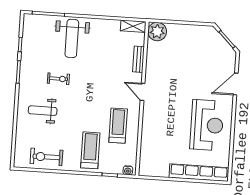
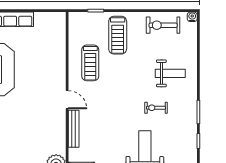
bench: (139, 59) -> (74, 129), width x1.36
exercise bike: (46, 157) -> (163, 25), turned 180
water cooler: (128, 170) -> (192, 17), moved

